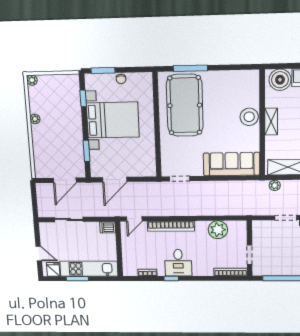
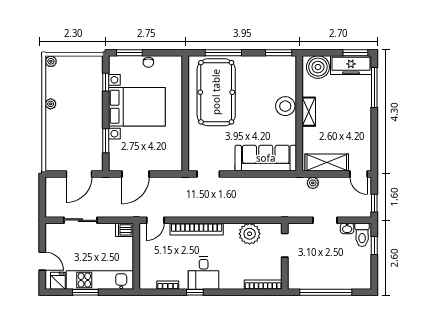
window: (243, 67) -> (279, 53), added
doorway: (250, 255) -> (285, 245), moved

